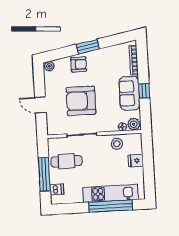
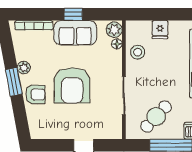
armchair: (79, 64) -> (35, 94), turned 90
plant: (49, 66) -> (24, 68), moved
armchair: (81, 101) -> (72, 85), moved
cafe table: (66, 161) -> (156, 117), turned 43

